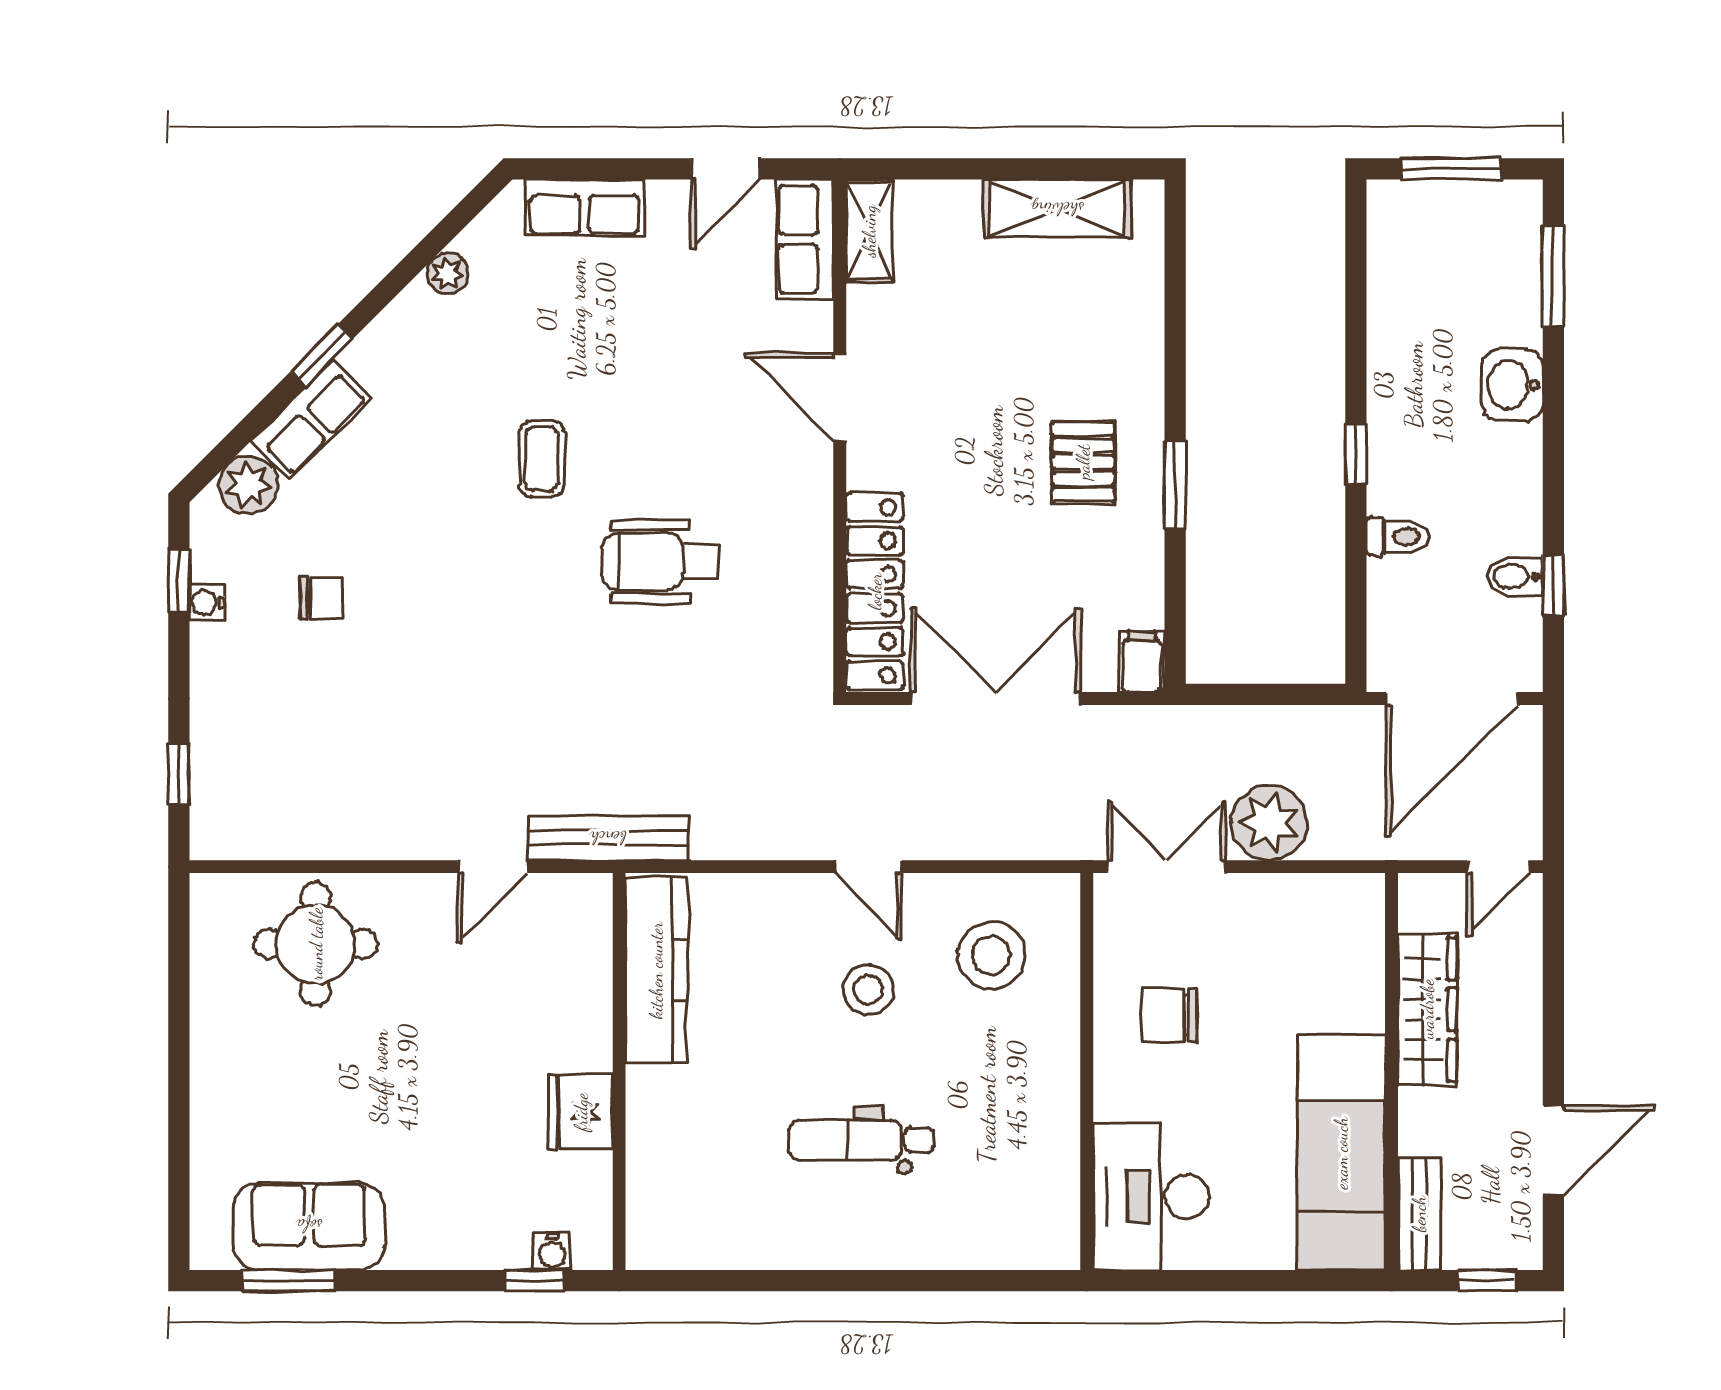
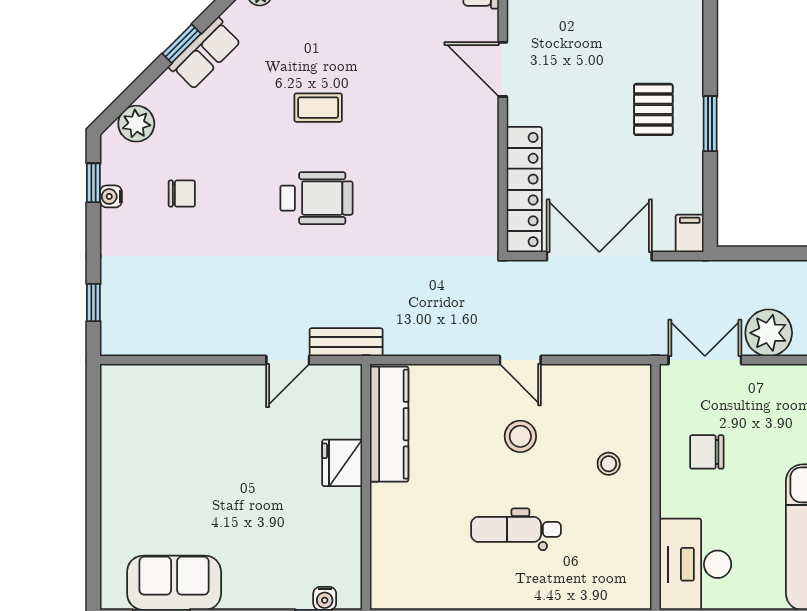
row of seats: (311, 419) -> (205, 54), moved
coffee table: (542, 459) -> (318, 108), turned 90
wheelchair: (660, 561) -> (316, 198), moved, turned 180
bench: (608, 838) -> (346, 342), width x0.73
round table: (316, 944) -> (178, 408), removed
stool: (991, 955) -> (609, 464), moved, width x0.53, depth x0.53
fridge: (581, 1112) -> (342, 463), moved

